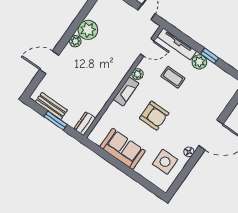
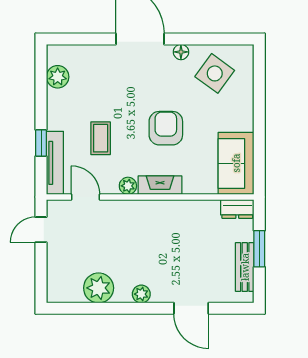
plant: (88, 30) -> (99, 288), moved
window: (210, 56) -> (41, 143), moved
plant: (199, 62) -> (58, 77), moved
sofa: (123, 149) -> (236, 163), moved
side table: (165, 162) -> (215, 73), turned 36

